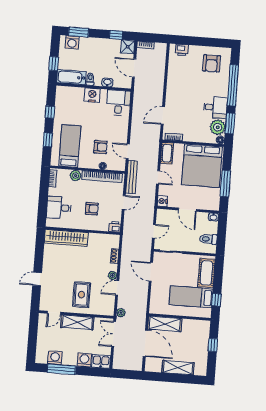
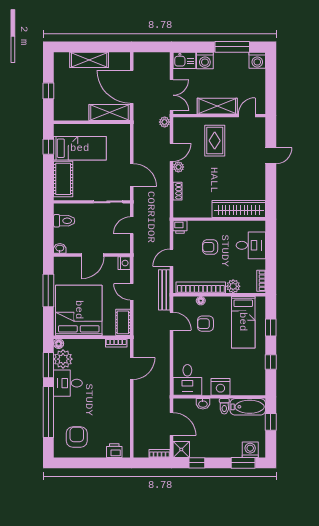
door: (187, 210) -> (93, 255), swing flipped
washing machine: (55, 358) -> (257, 60), moved

